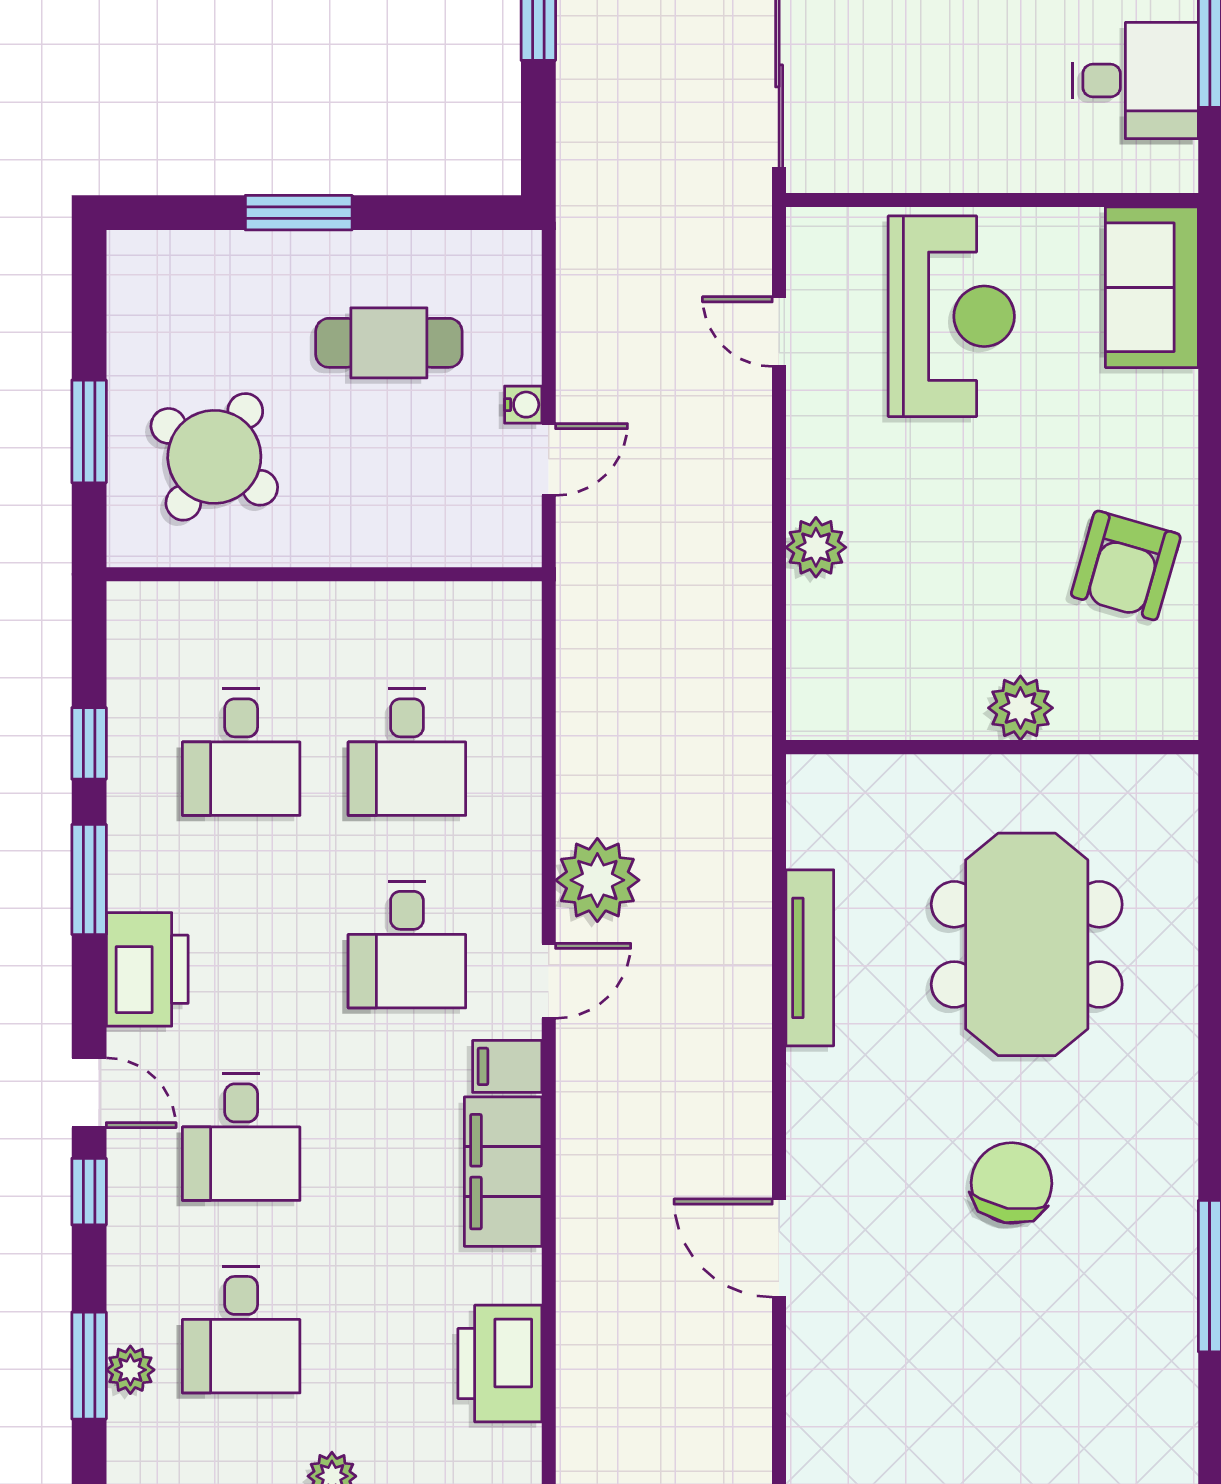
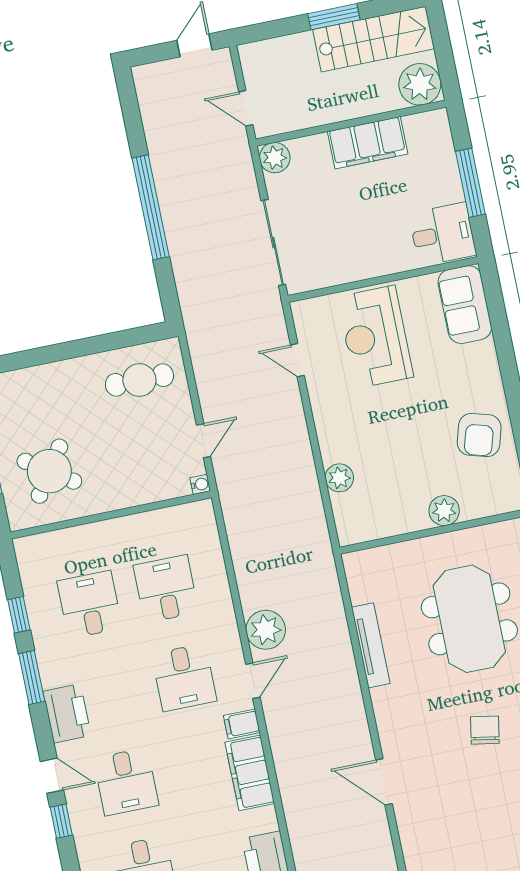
desk: (1136, 81) -> (443, 234), moved
window: (299, 213) -> (65, 351), removed
reception desk: (951, 316) -> (375, 337), turned 180
cafe table: (389, 343) -> (139, 380), moved
water cooler: (523, 405) -> (200, 484), moved
plant: (816, 547) -> (339, 478), moved
desk: (241, 752) -> (90, 604), turned 180
desk: (407, 752) -> (166, 589), turned 180
chair: (1012, 1183) -> (485, 730), width x0.73, depth x0.73

